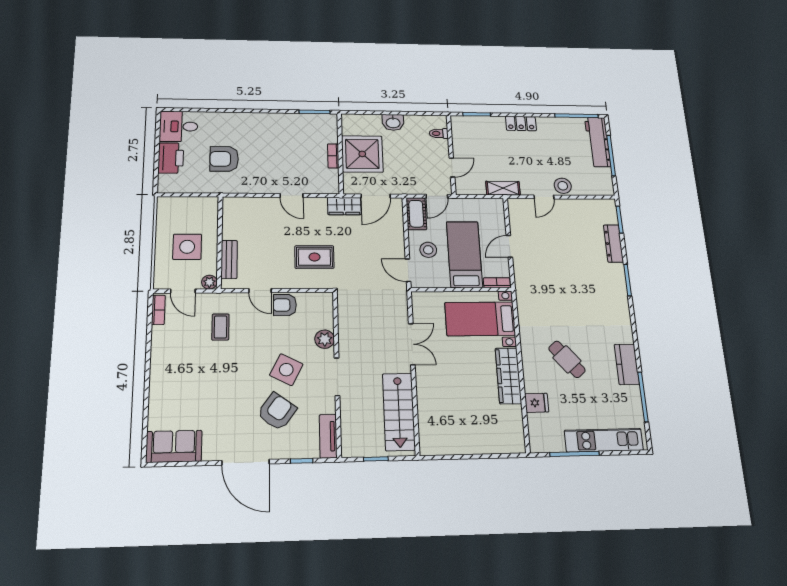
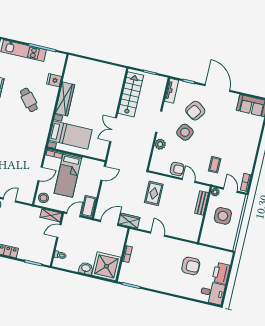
shower: (362, 154) -> (106, 266), moved
shelving: (503, 188) -> (51, 215), moved
stool: (428, 250) -> (43, 198), moved
rug: (314, 257) -> (154, 193), turned 90
door: (408, 270) -> (103, 173), hinge flipped

